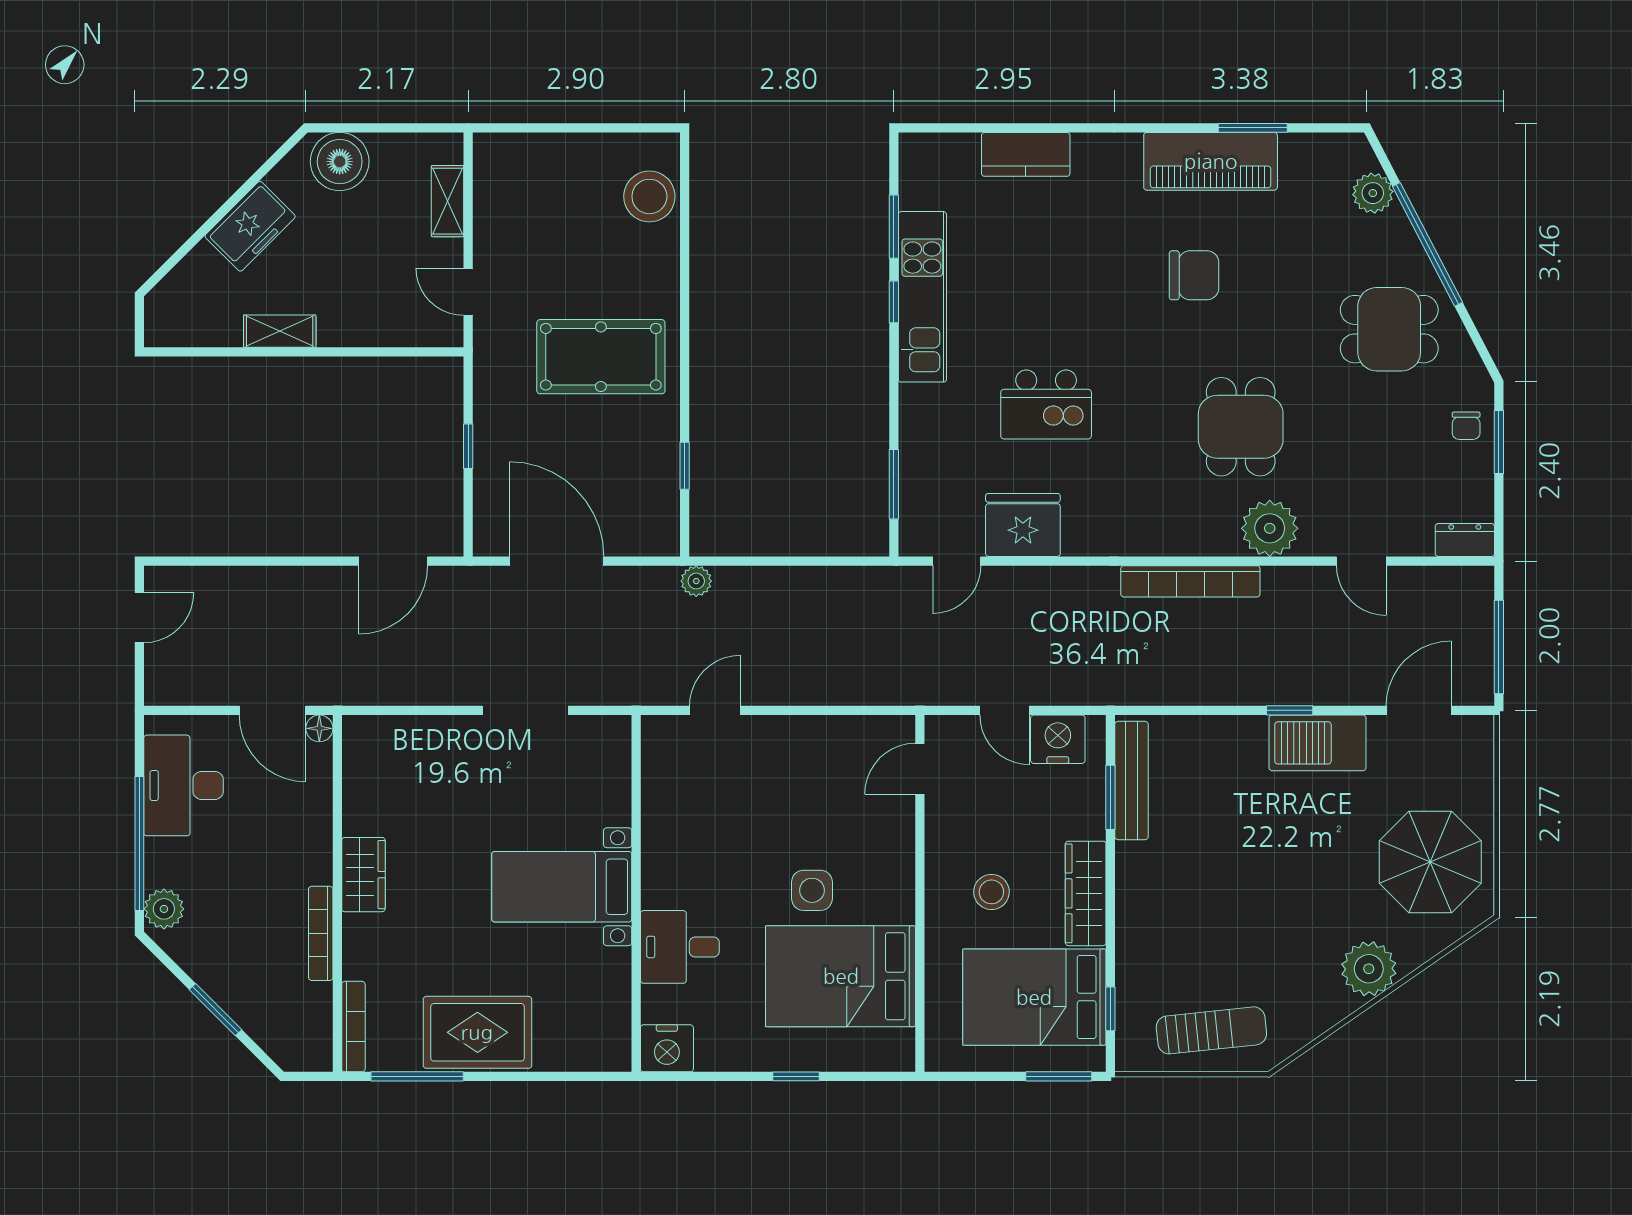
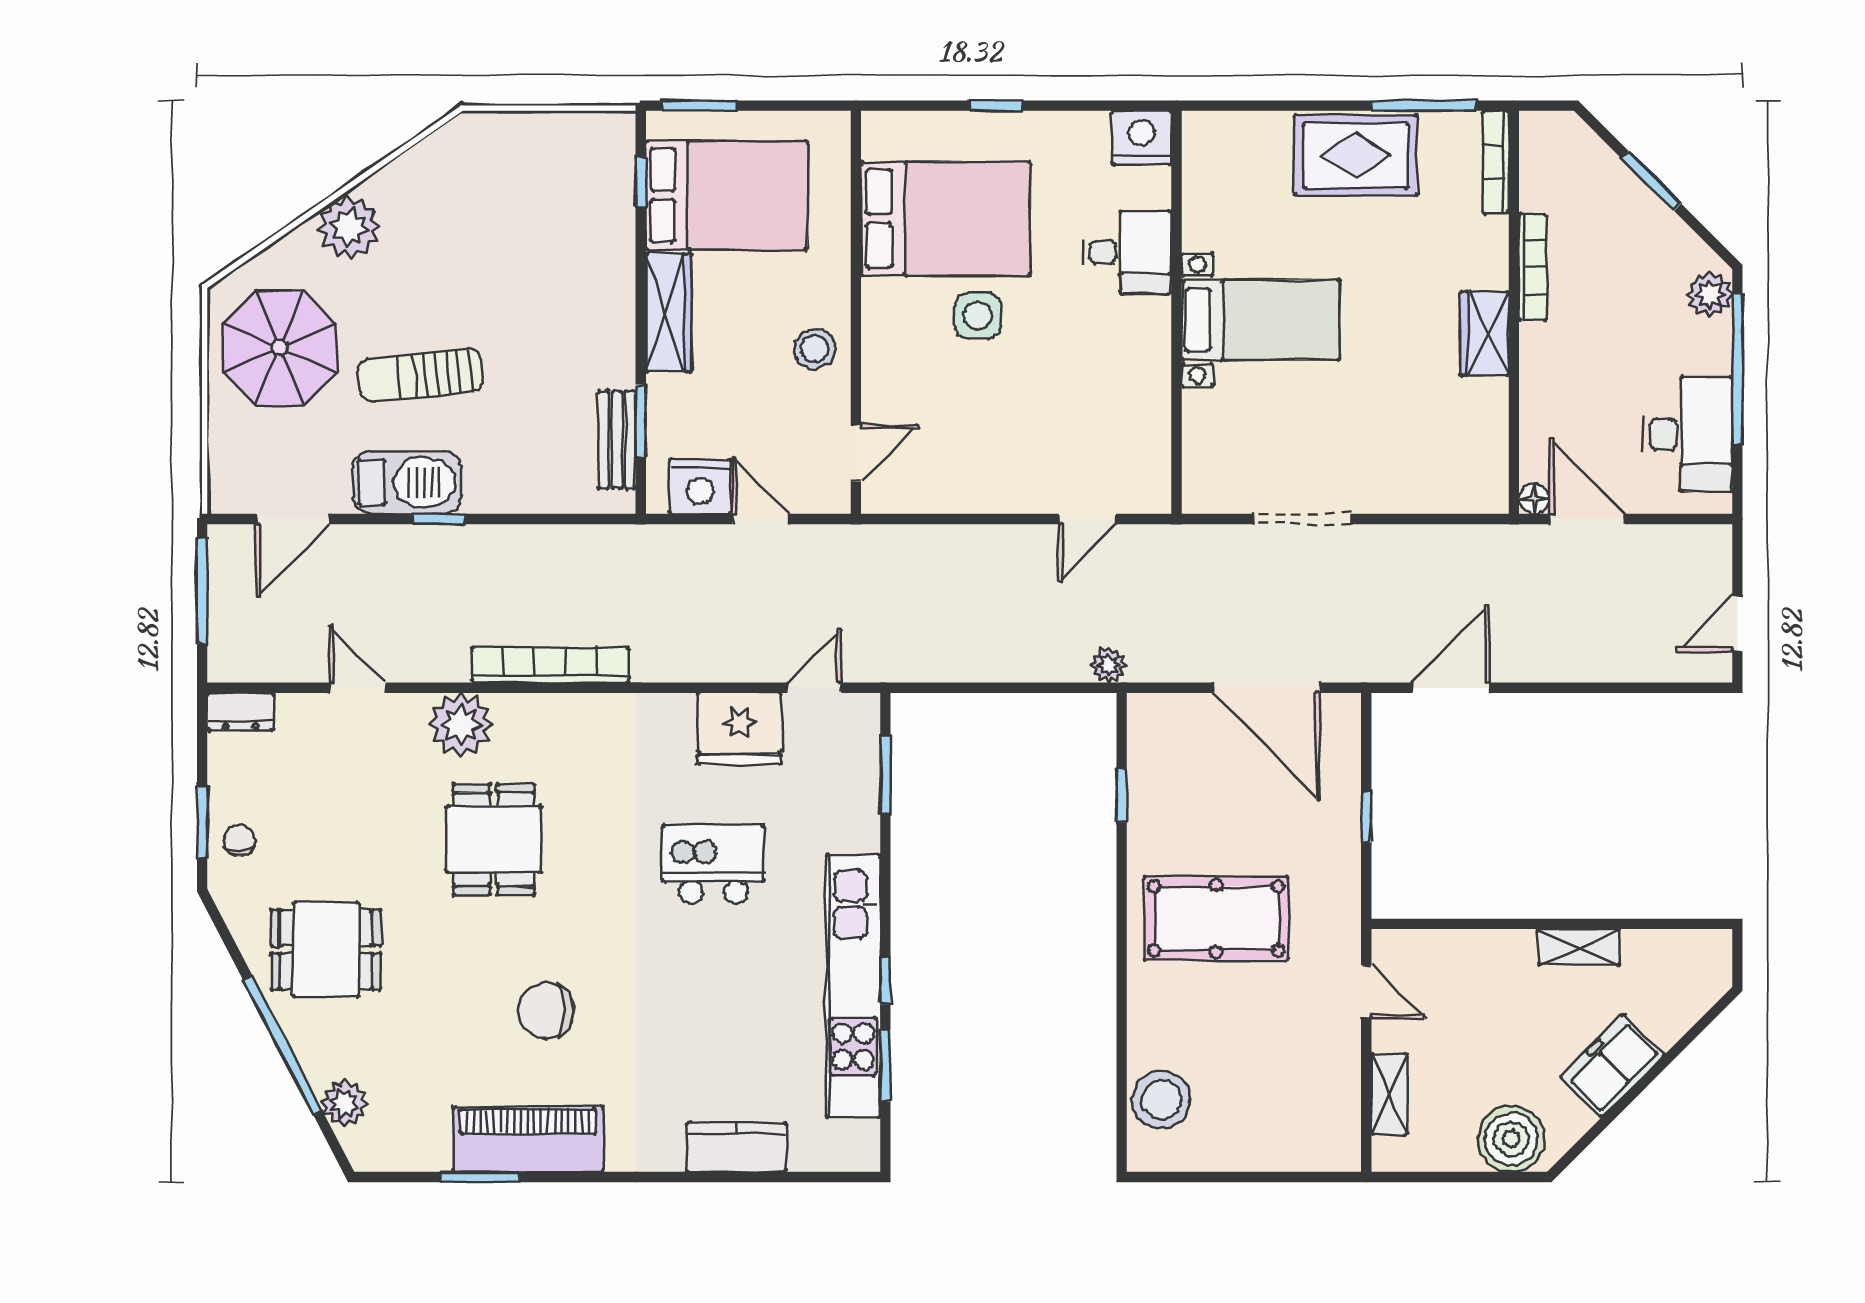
kitchen unit: (922, 297) -> (853, 986), width x1.36
bench: (1131, 781) -> (617, 440), width x0.73
stool: (991, 892) -> (815, 349), moved
sun lounger: (1211, 1030) -> (421, 375), moved

